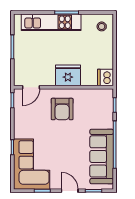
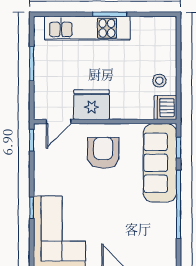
stool: (102, 26) -> (159, 81), moved
fridge: (68, 75) -> (92, 105), moved
armchair: (62, 109) -> (103, 153), turned 180
sofa: (102, 156) -> (160, 163), moved

